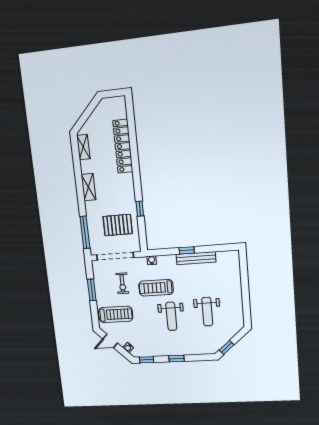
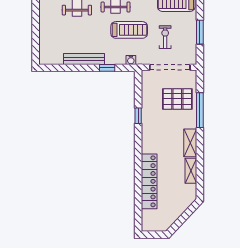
shelving: (83, 147) -> (191, 171), moved
pallet: (118, 225) -> (177, 99), moved
window: (85, 232) -> (200, 110), moved
window: (187, 250) -> (107, 68), moved

